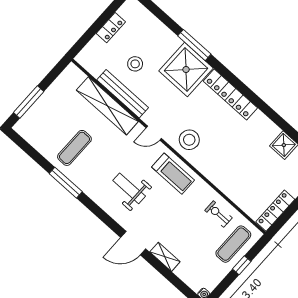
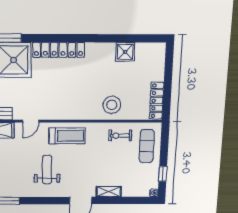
stool: (189, 140) -> (112, 105), moved
weight bench: (129, 188) -> (47, 170), turned 90
window: (242, 265) -> (163, 174), moved

